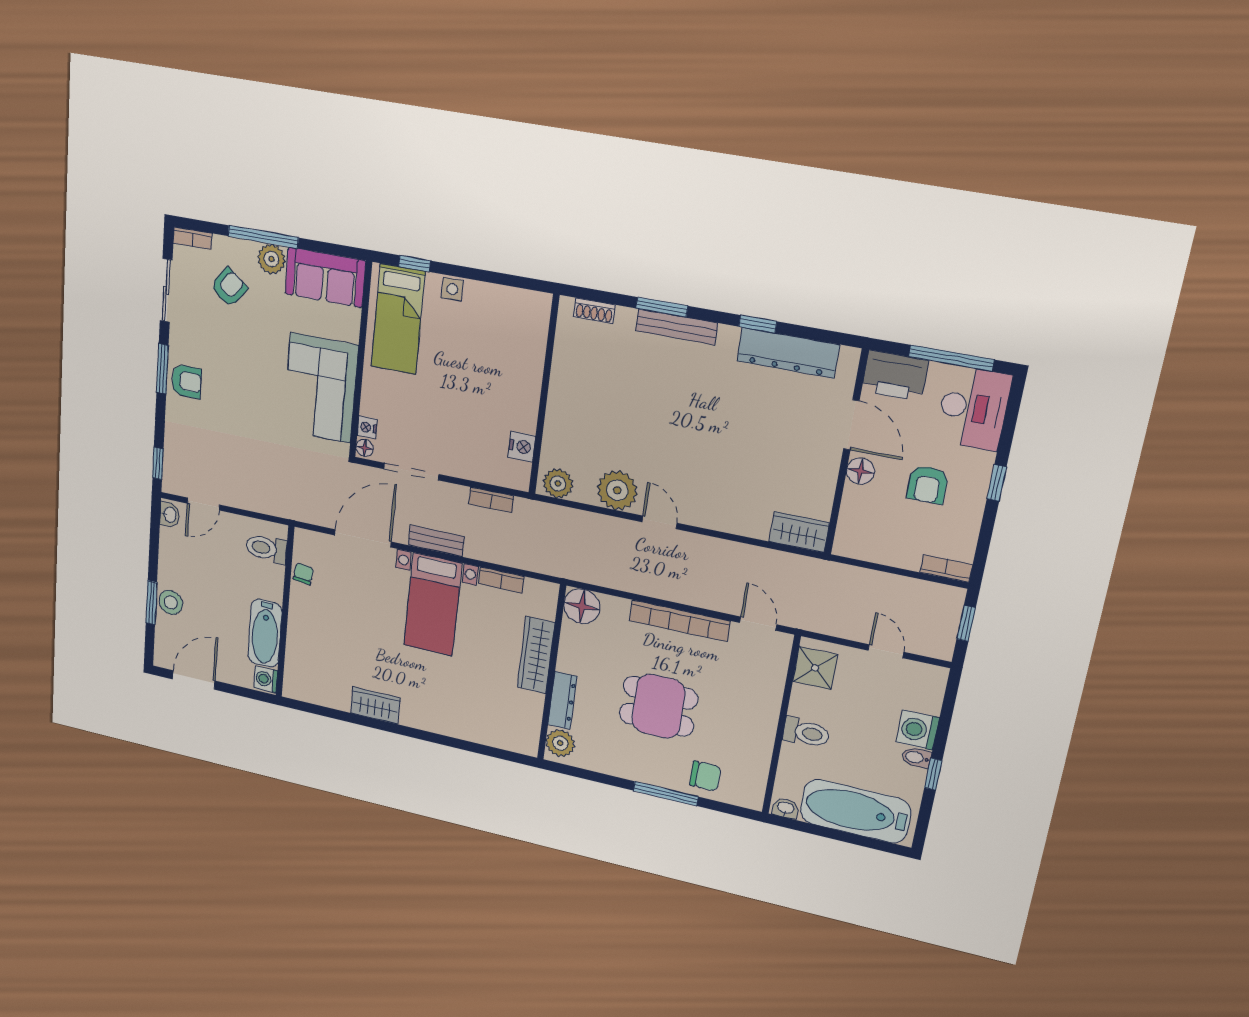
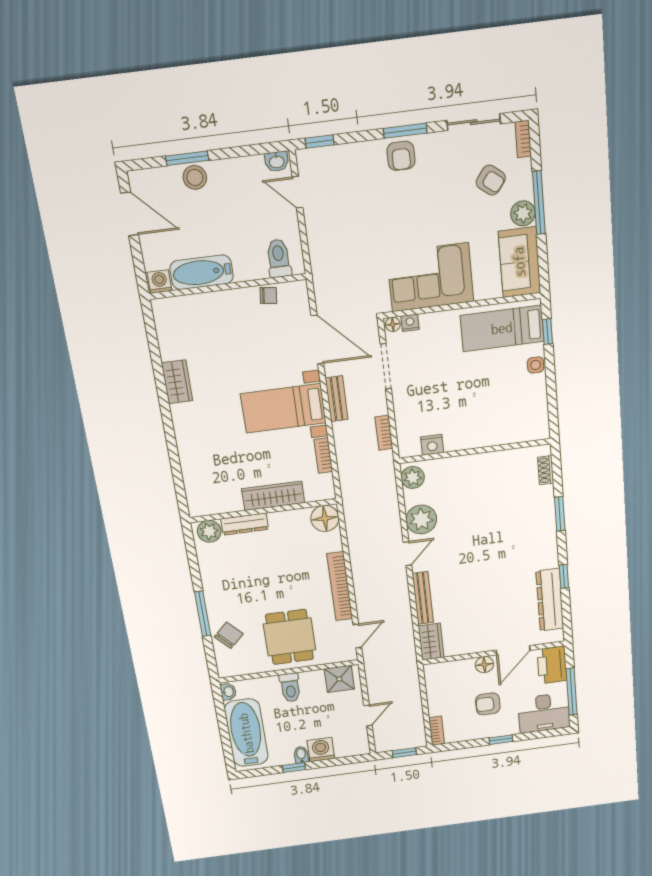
bench: (677, 327) -> (423, 598), moved
dining table: (658, 706) -> (290, 637), moved
chair: (705, 776) -> (229, 635), turned -134

